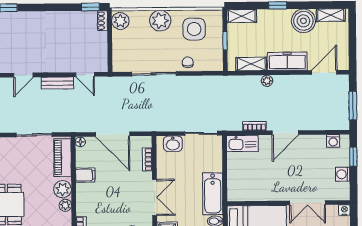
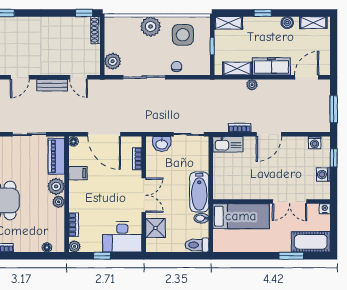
shoe rack: (102, 21) -> (96, 30), width x1.43
plant: (120, 21) -> (113, 61), moved
boiler: (303, 21) -> (287, 23), width x0.54, depth x0.54

